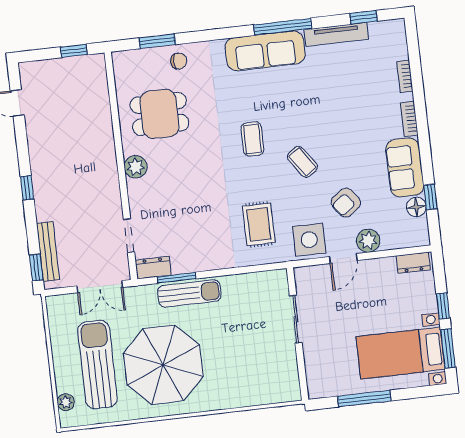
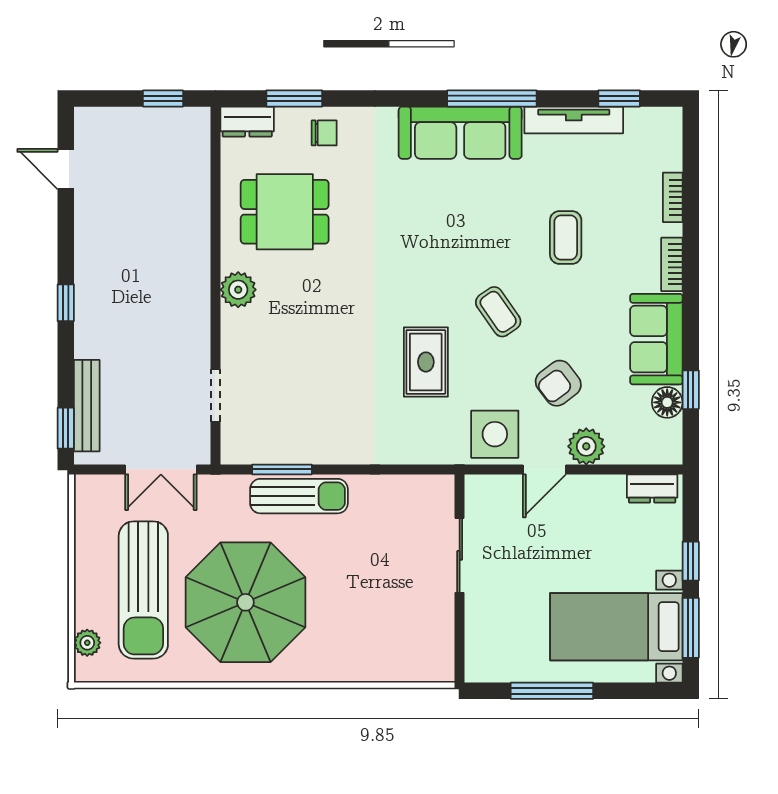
coffee table: (252, 139) -> (566, 237), moved
rug: (259, 224) -> (426, 362), moved
dresser: (153, 268) -> (247, 122), moved, turned 180
sun lounger: (97, 364) -> (143, 590), turned 180

